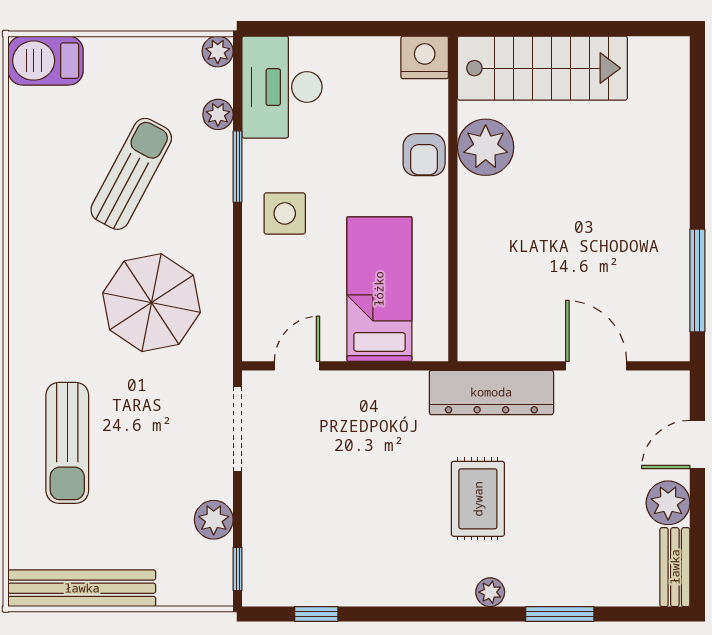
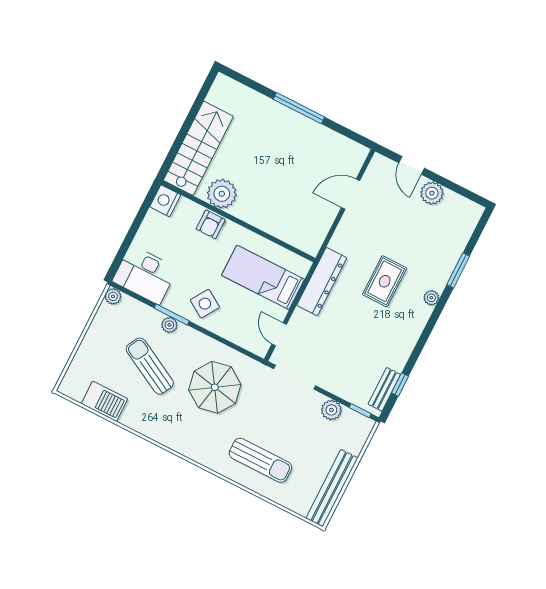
barbecue: (46, 61) -> (104, 401), moved, turned -90
plant: (218, 114) -> (169, 325), moved
armchair: (424, 155) -> (211, 224), turned 90
side table: (285, 213) -> (205, 304), turned 33
window: (697, 280) -> (299, 108), moved
dresser: (491, 392) -> (322, 282), moved
rug: (478, 499) -> (385, 281), turned 90
bench: (675, 567) -> (384, 389), moved, turned 90

